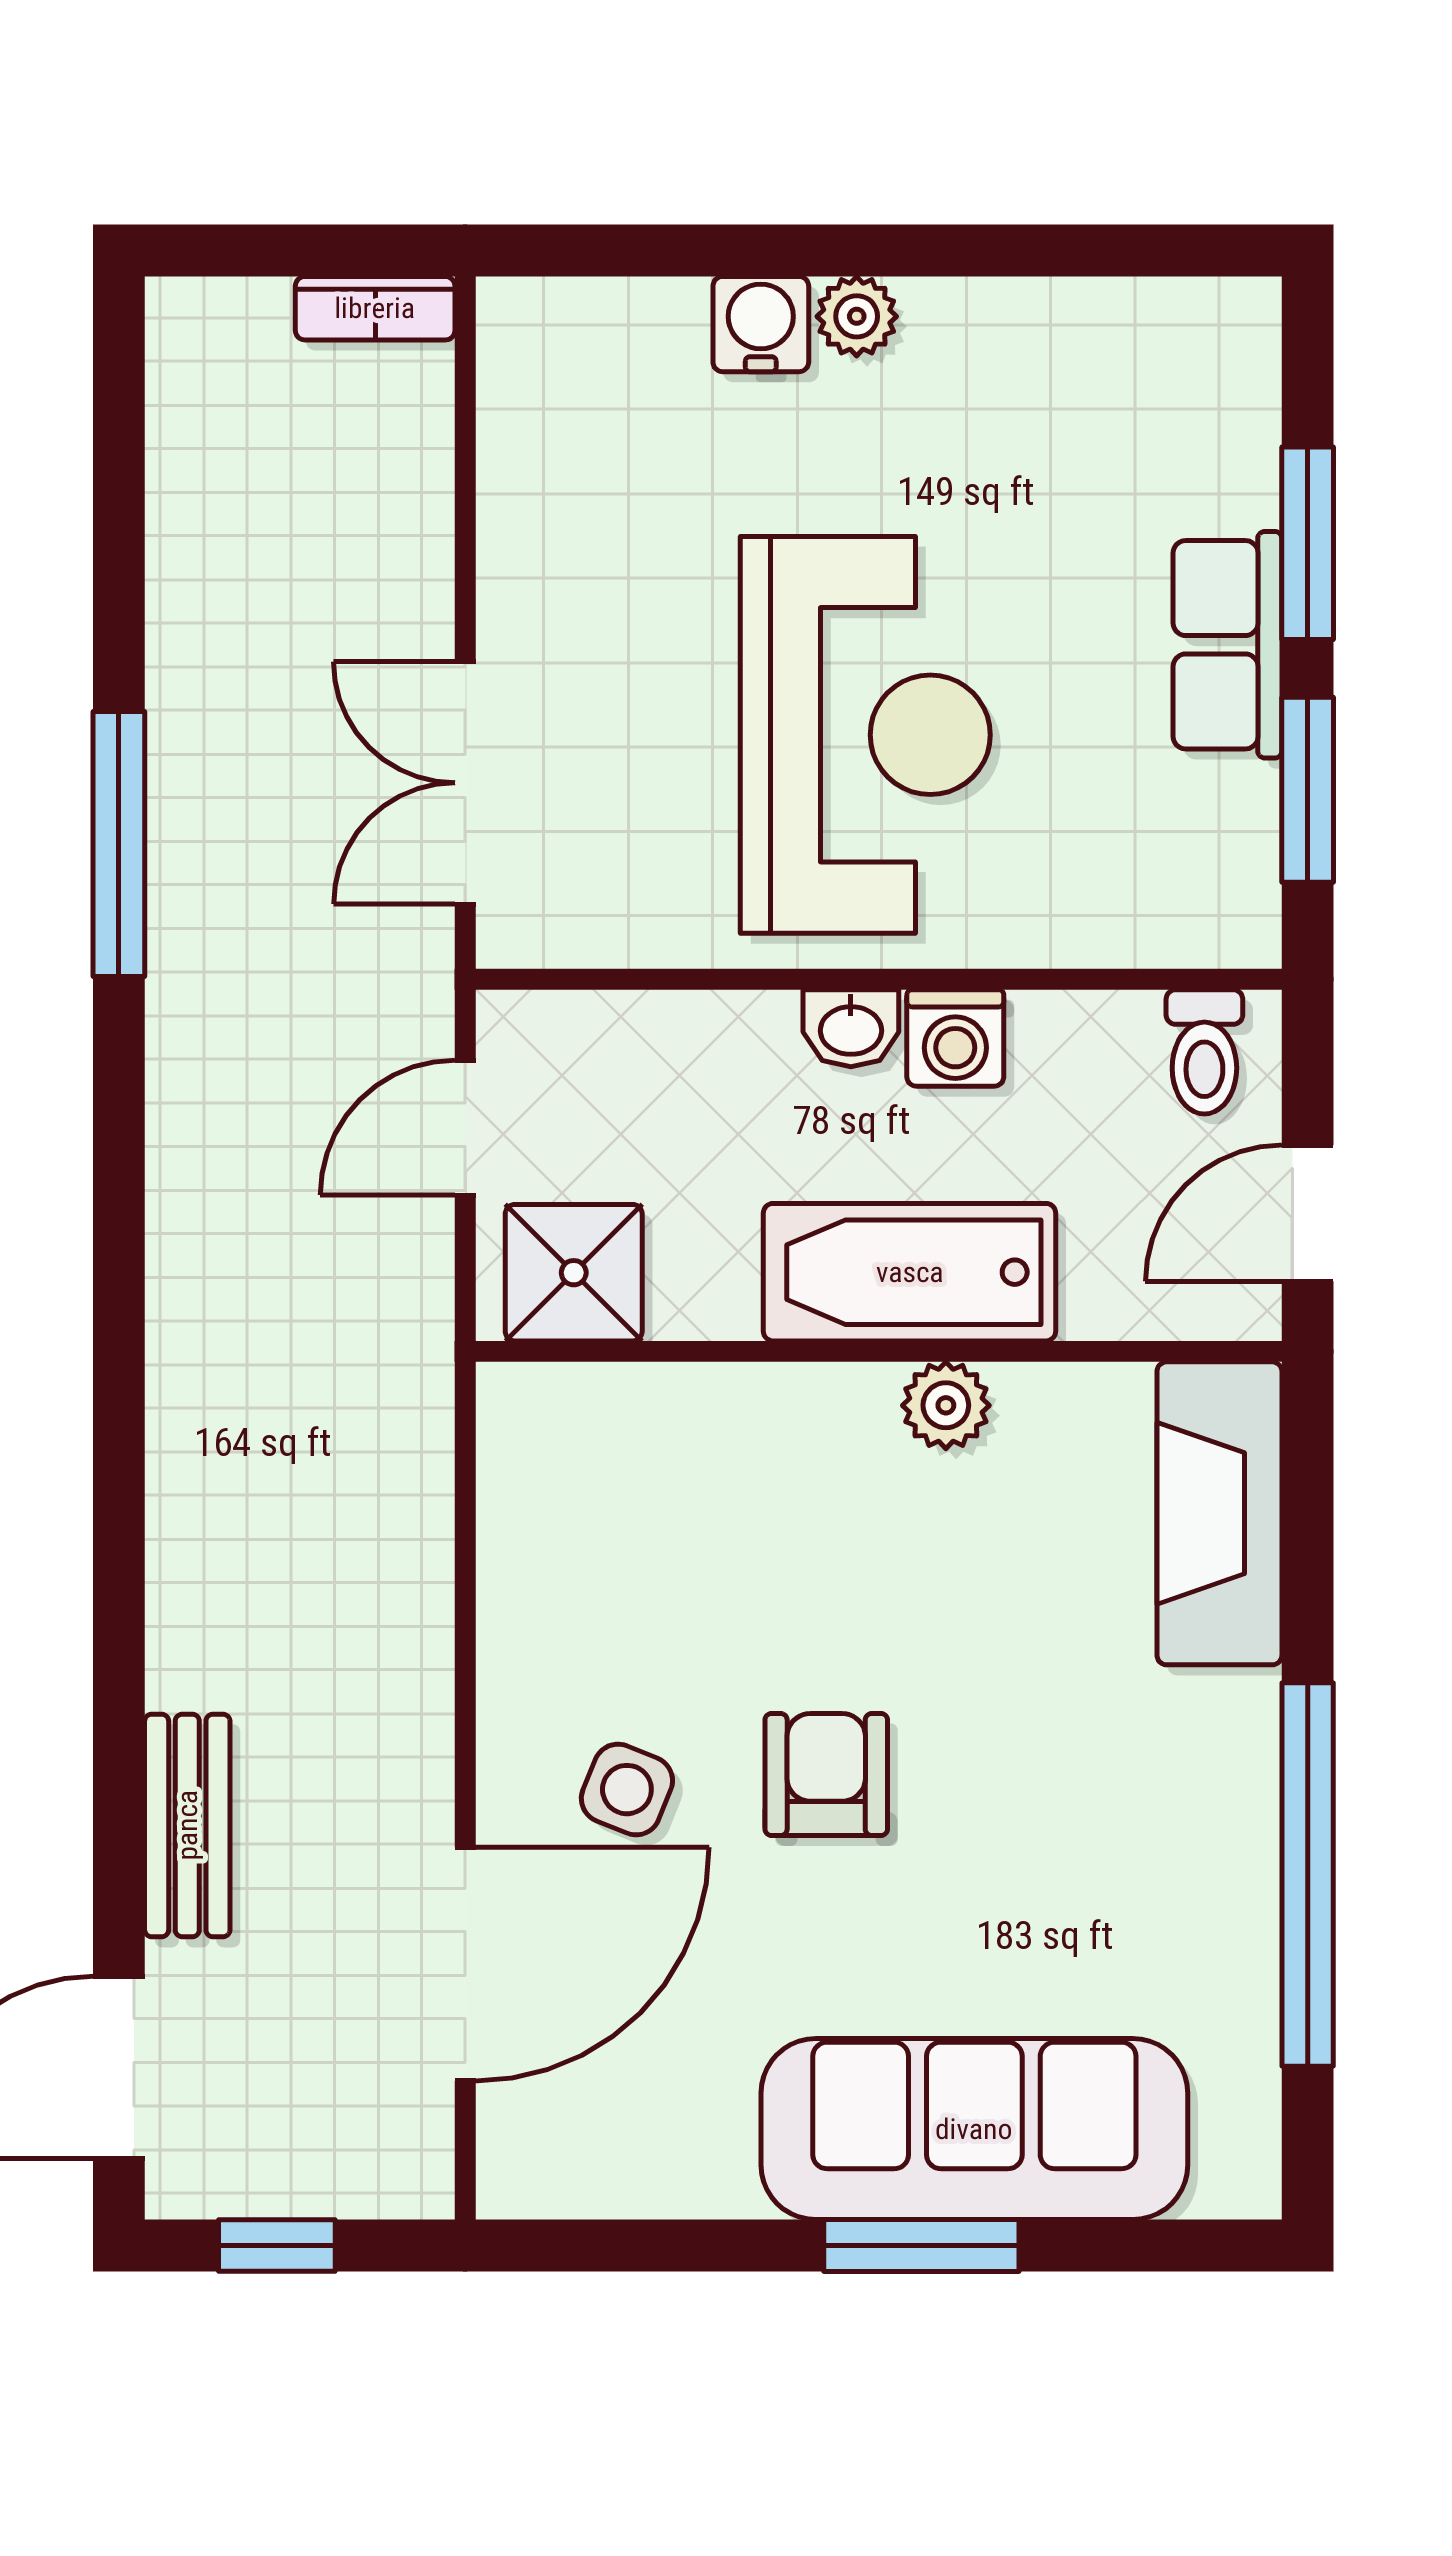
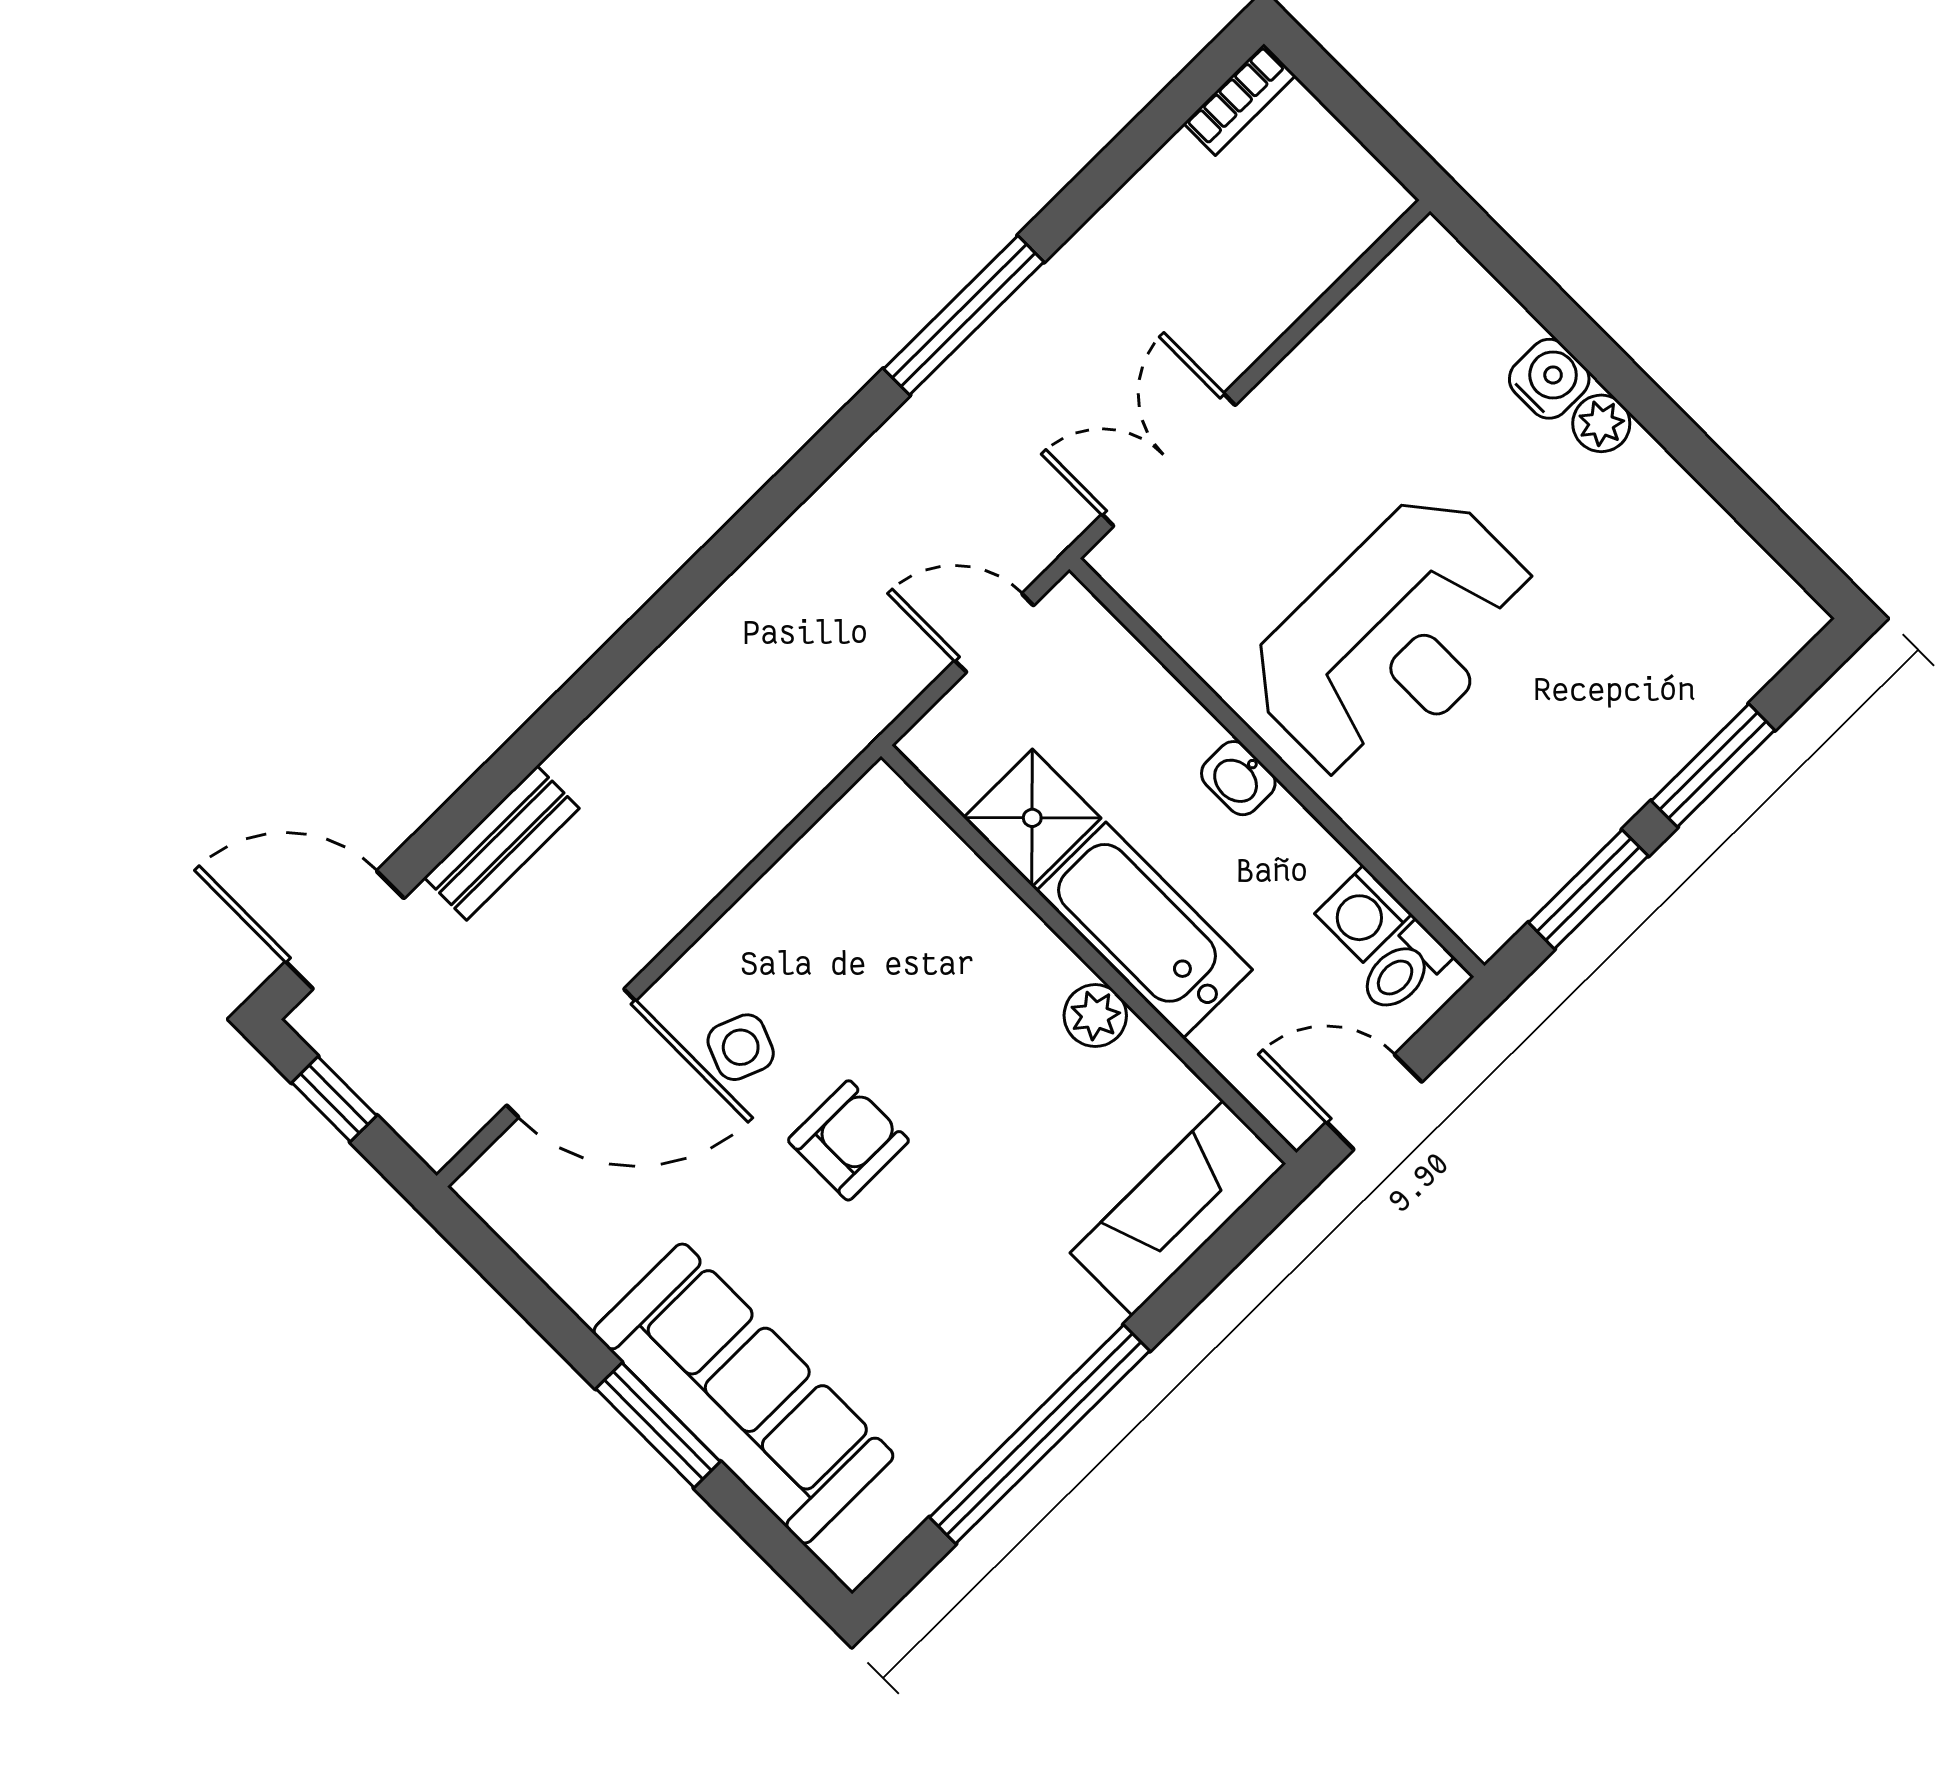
bookcase: (375, 308) -> (1240, 99), moved, turned -90
row of seats: (1228, 645) -> (1621, 776), removed
washing machine: (955, 1038) -> (1363, 914), moved
shower: (574, 1273) -> (1032, 818), moved

